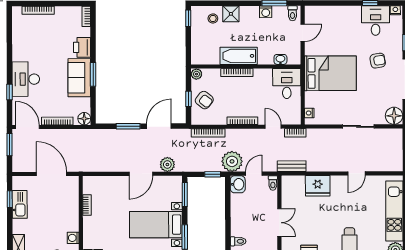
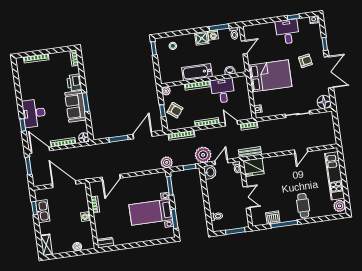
shower: (231, 14) -> (202, 38), moved
desk: (376, 21) -> (287, 32), moved
desk: (287, 84) -> (223, 91), moved
plant: (167, 165) -> (167, 162), moved
door: (141, 174) -> (111, 178), moved
fridge: (318, 186) -> (254, 167), moved
washing machine: (73, 238) -> (86, 217), moved

